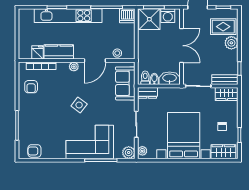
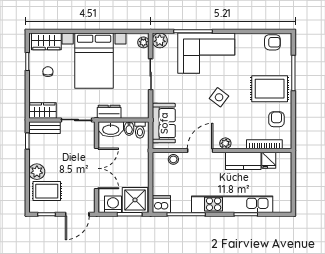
double door: (181, 46) -> (97, 168), swing flipped
dresser: (147, 93) -> (109, 112), moved
rug: (37, 112) -> (270, 89), added

